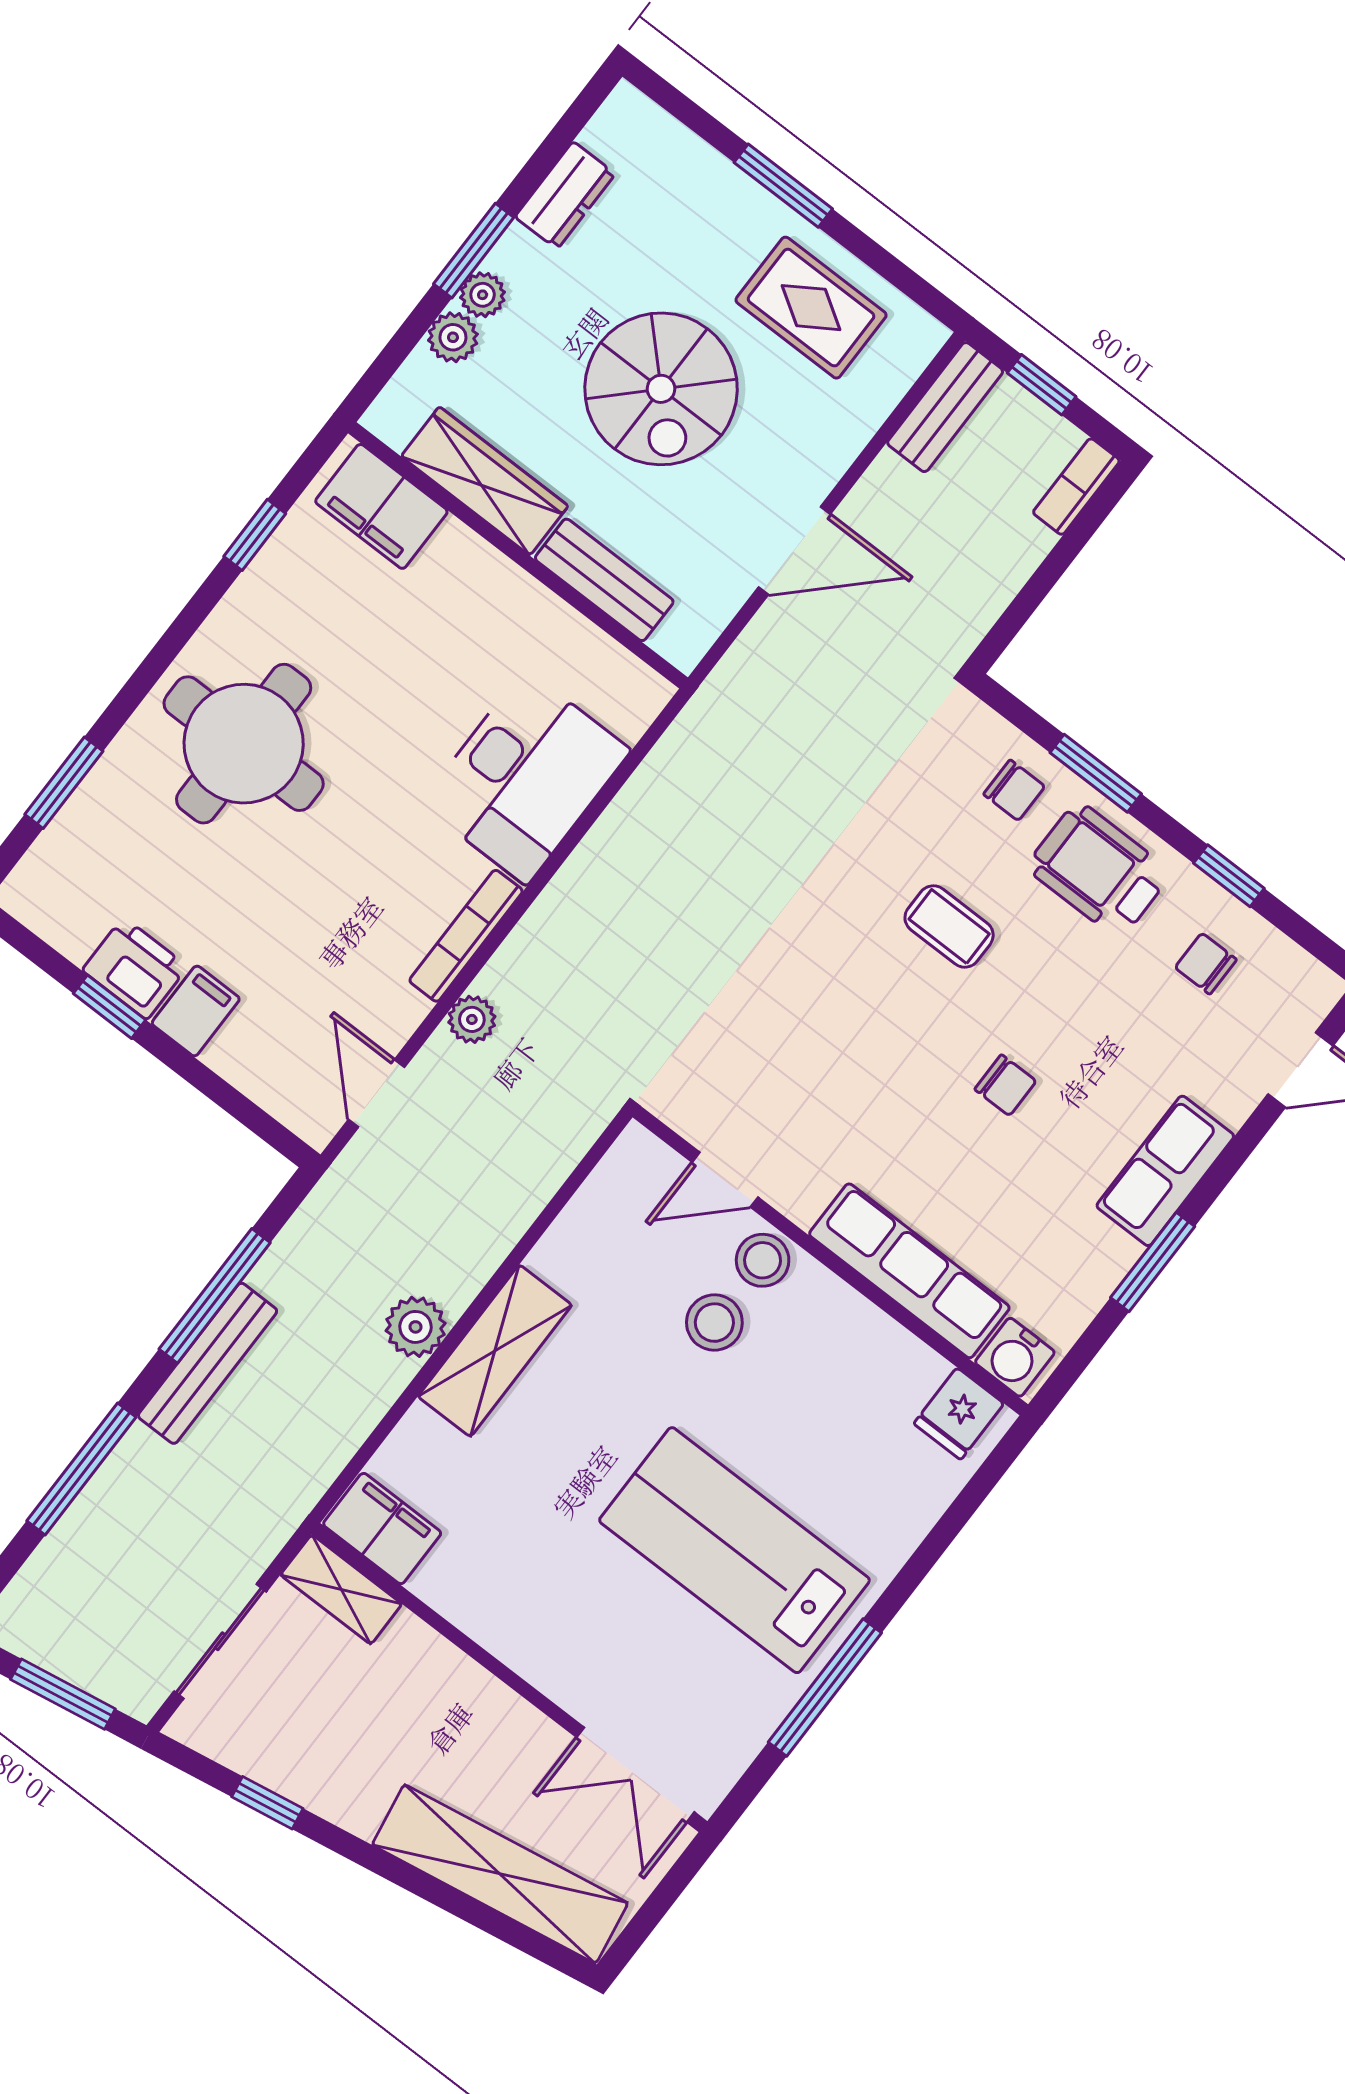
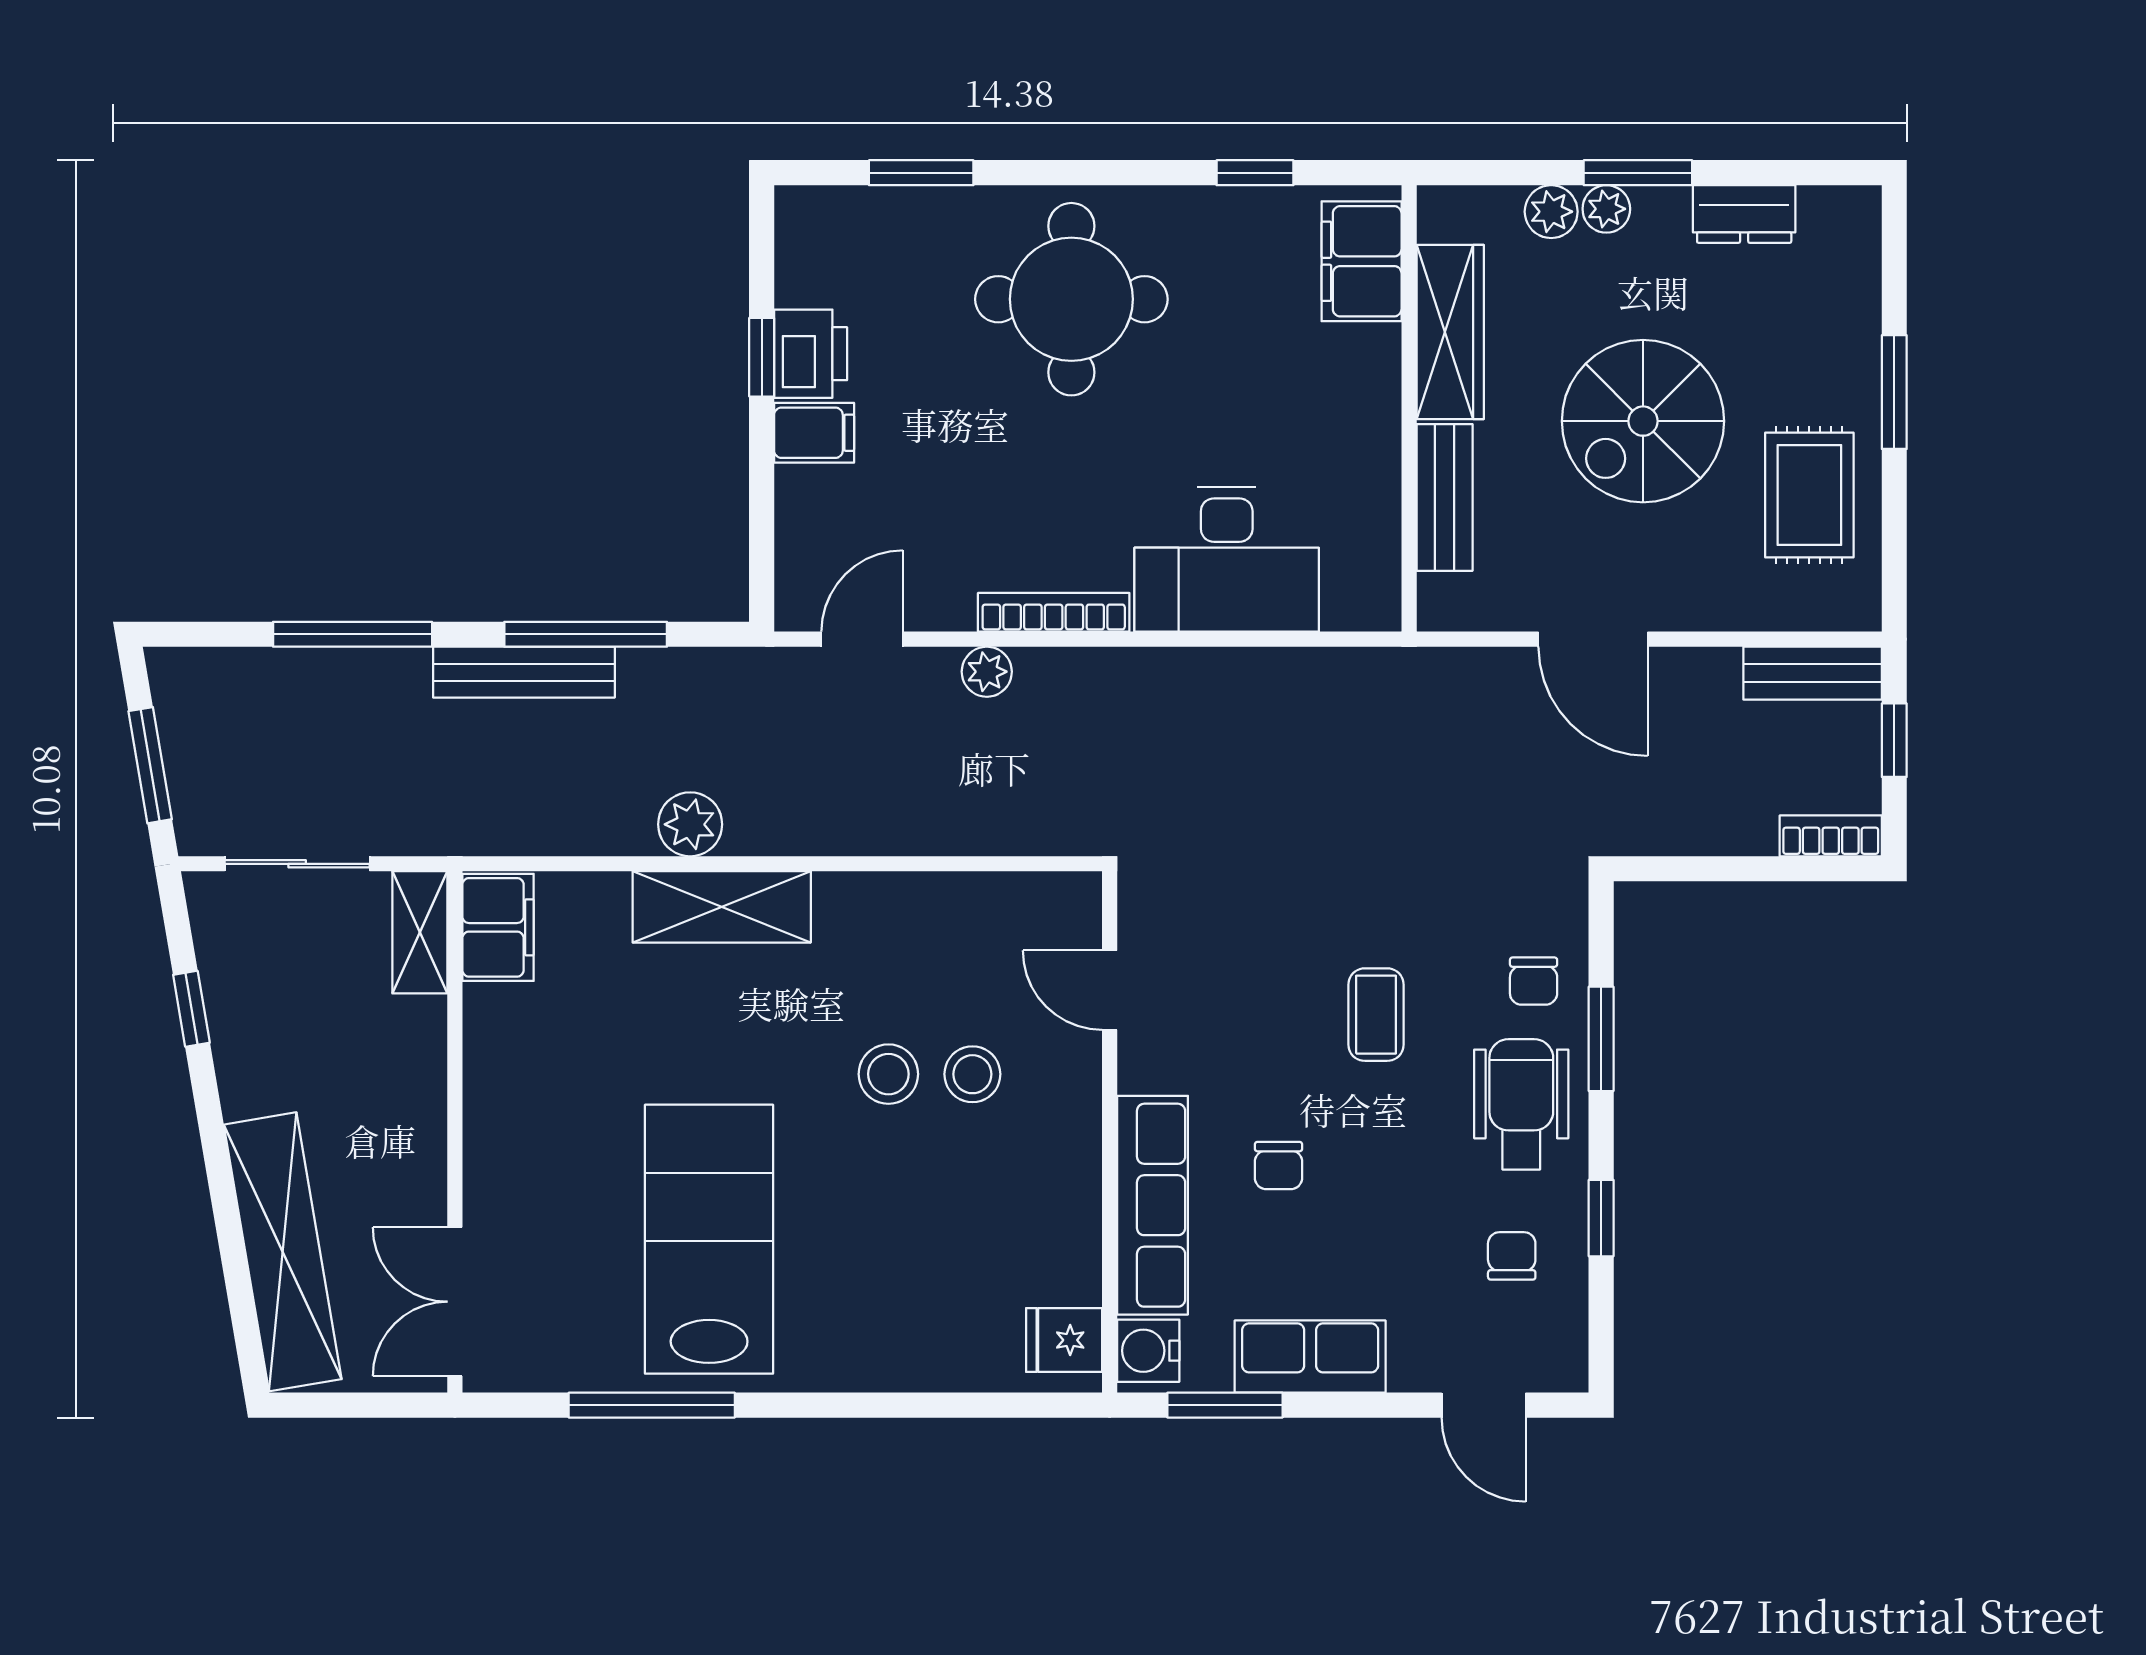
door: (725, 1180) -> (1110, 990), moved
wall: (830, 1261) -> (1110, 1132), moved
row of seats: (909, 1271) -> (1153, 1205), moved
water cooler: (1015, 1357) -> (1148, 1351), moved
fridge: (959, 1414) -> (1064, 1340), moved

